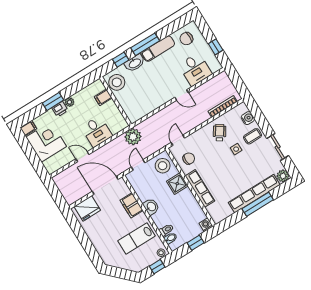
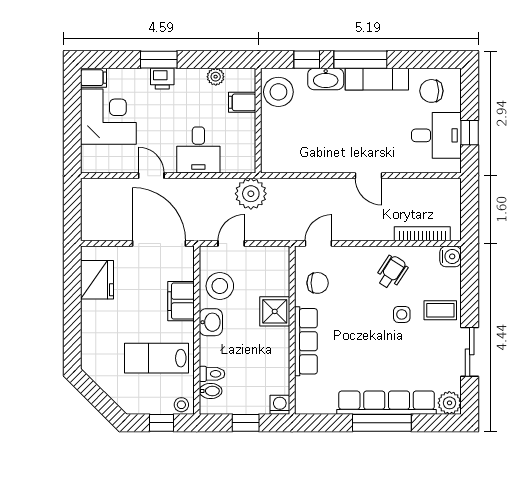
desk: (195, 69) -> (436, 135), moved, turned -90
plant: (69, 102) -> (216, 77), moved
water cooler: (248, 118) -> (451, 256), moved
stool: (163, 166) -> (220, 286), moved
fridge: (87, 208) -> (97, 280), moved, turned -90

